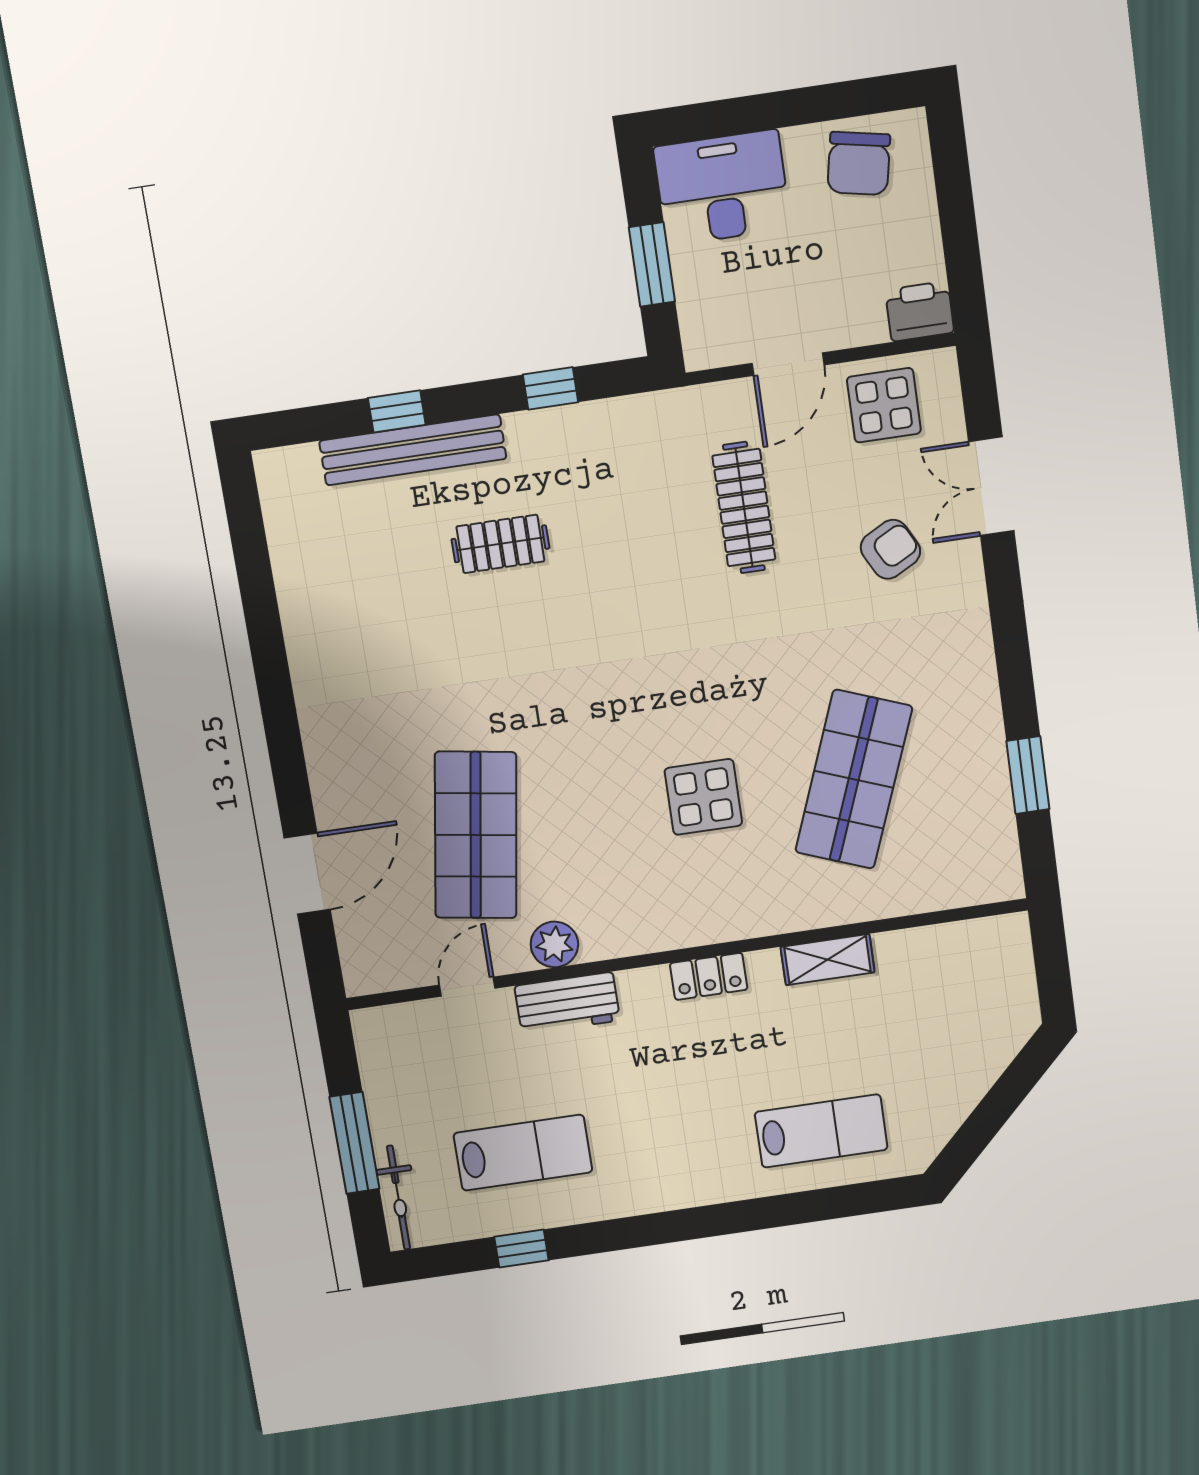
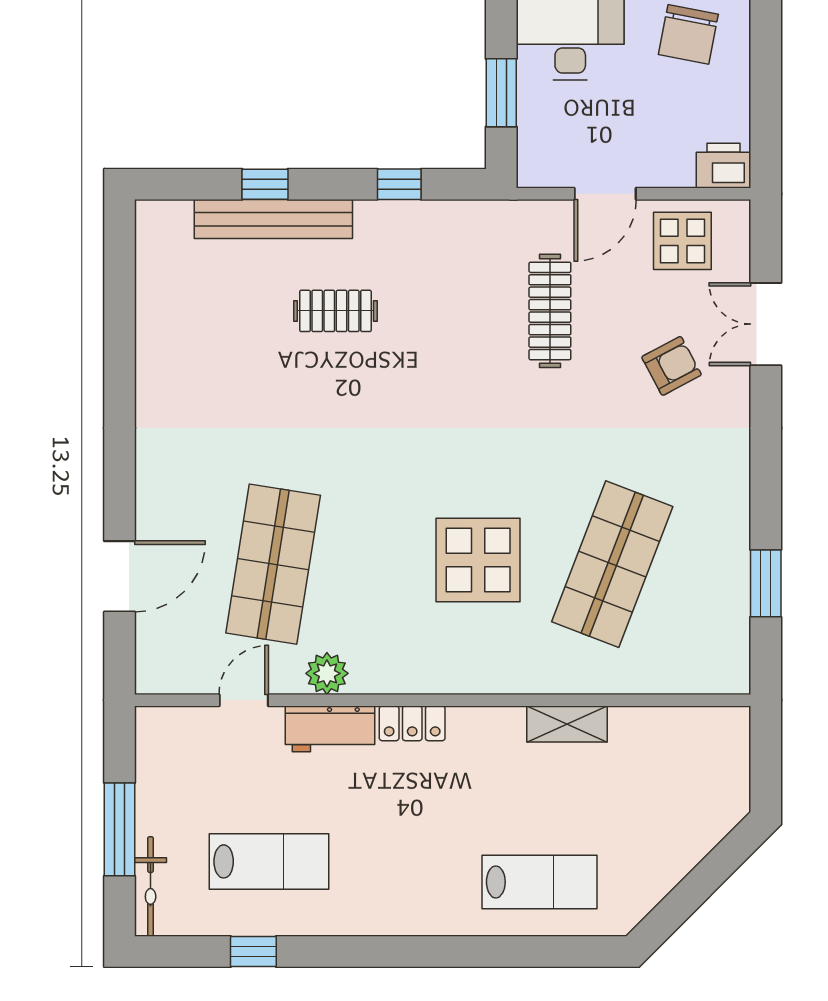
display table: (703, 797) -> (478, 560), width x1.36, depth x1.36
locker: (709, 976) -> (412, 723), moved

